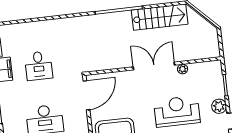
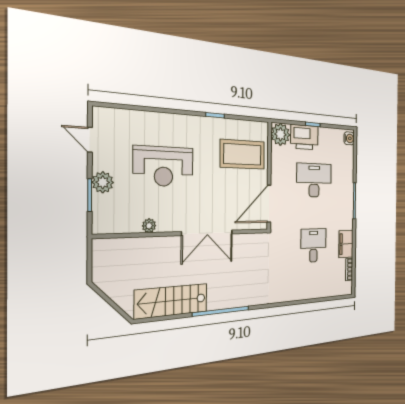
double door: (154, 66) -> (207, 233), moved
plant: (219, 106) -> (103, 182), moved

